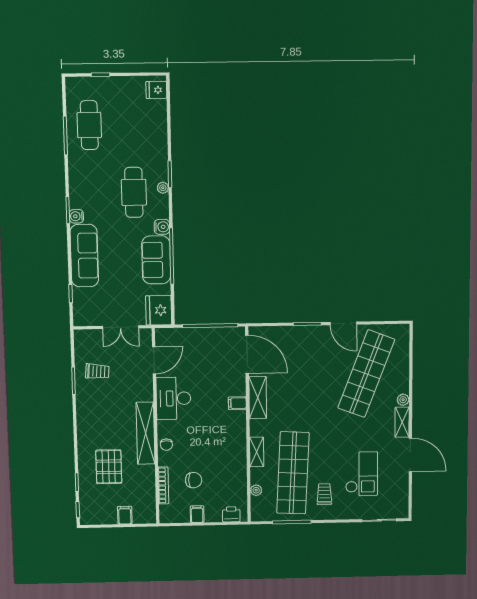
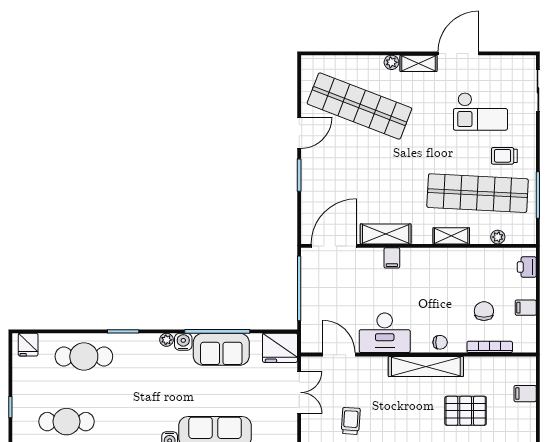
plant: (163, 188) -> (167, 340), moved
cafe table: (134, 192) -> (84, 356), moved
checkout: (362, 474) -> (480, 111), turned 180

